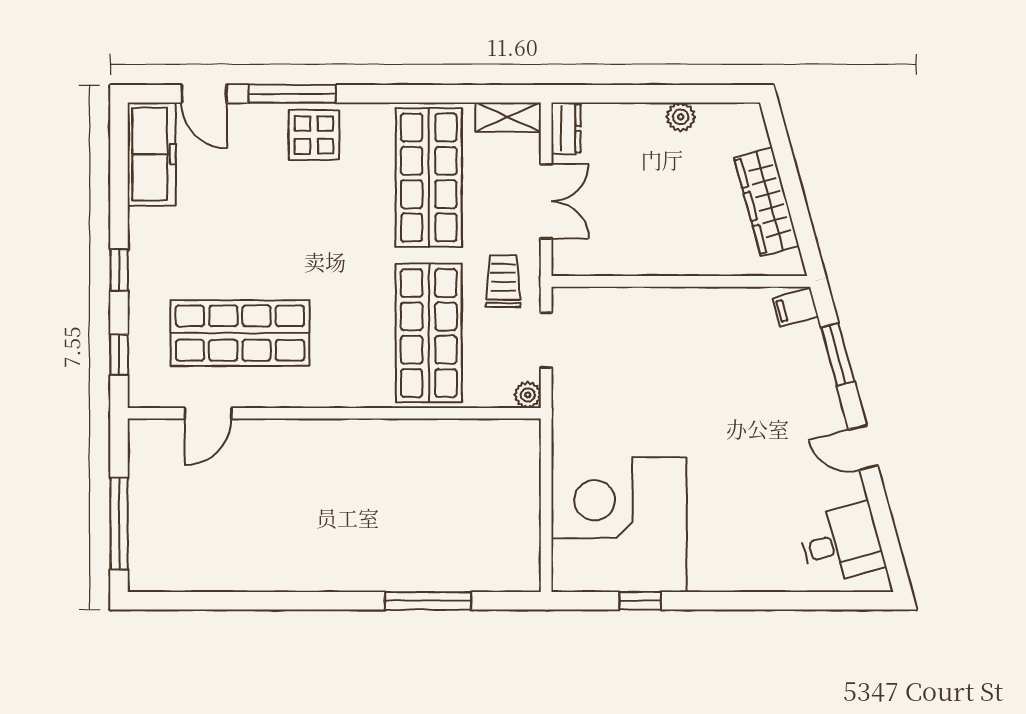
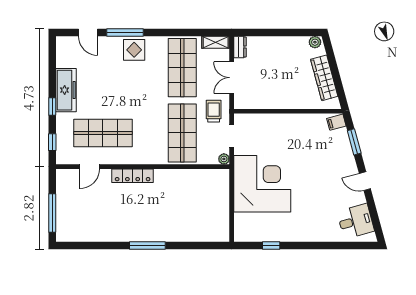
plant: (681, 117) -> (315, 42), moved
freezer: (152, 154) -> (66, 90), moved
double door: (546, 201) -> (232, 78), swing flipped
locker: (310, 435) -> (133, 176), added
corner desk: (619, 525) -> (262, 184), moved, turned 90
window: (428, 601) -> (147, 245), moved

